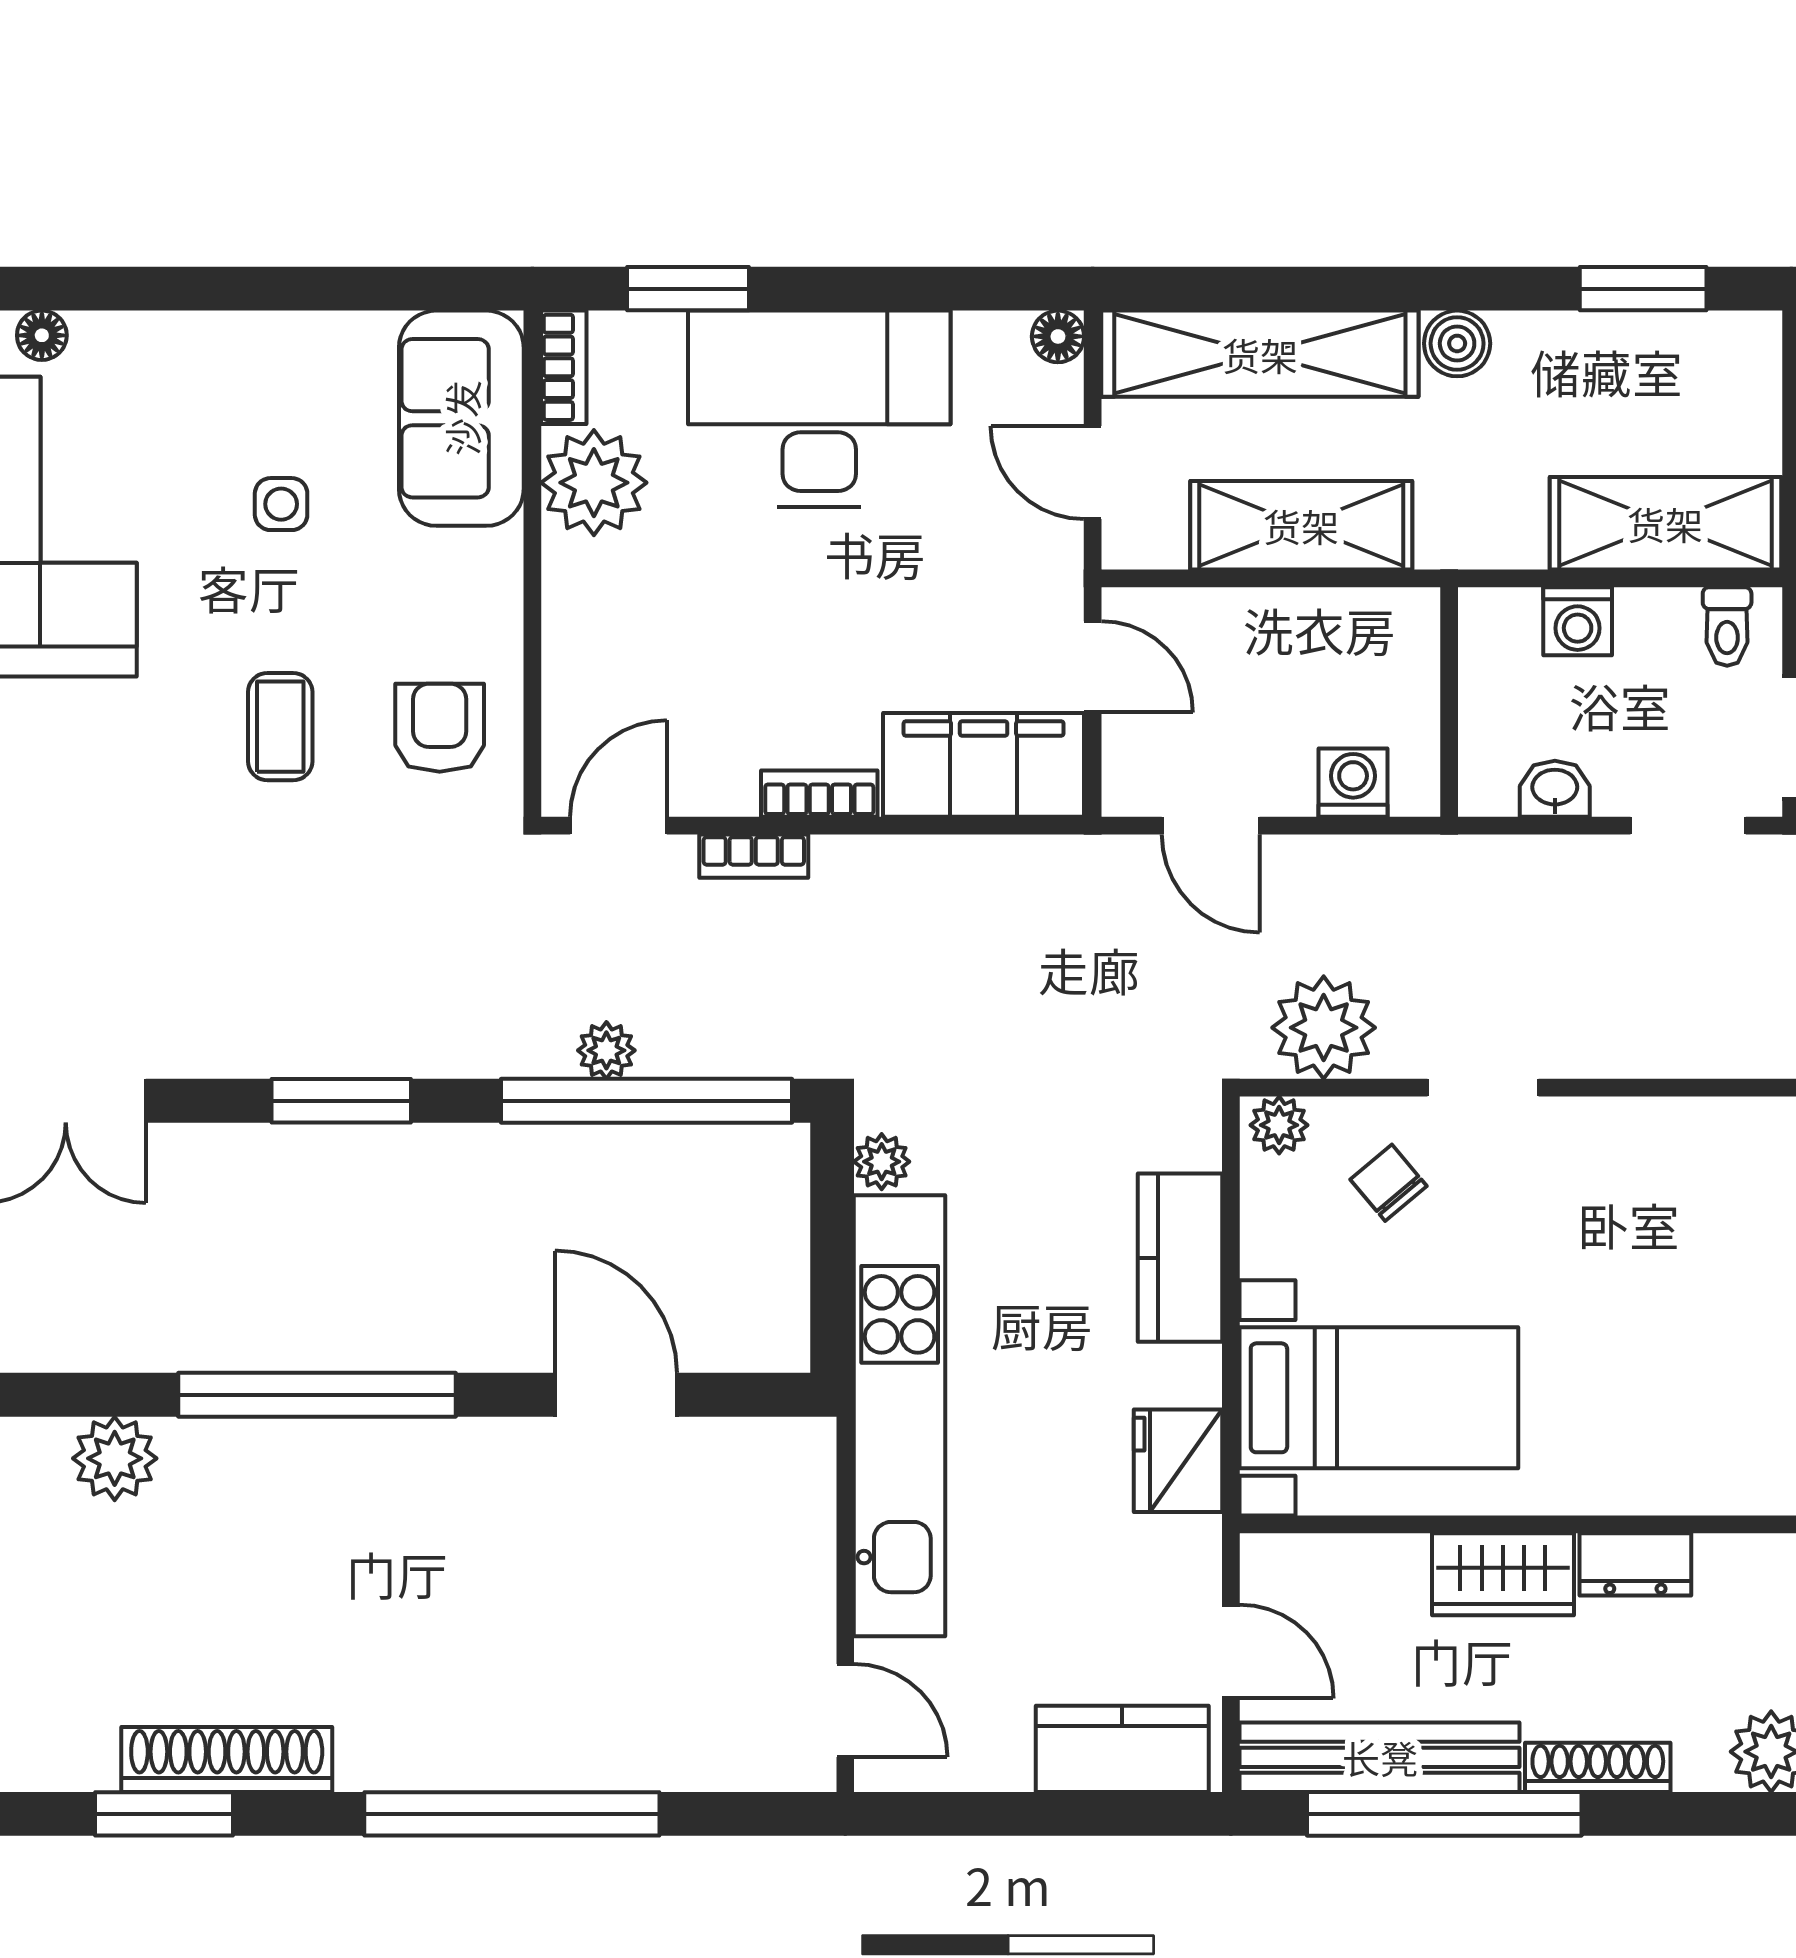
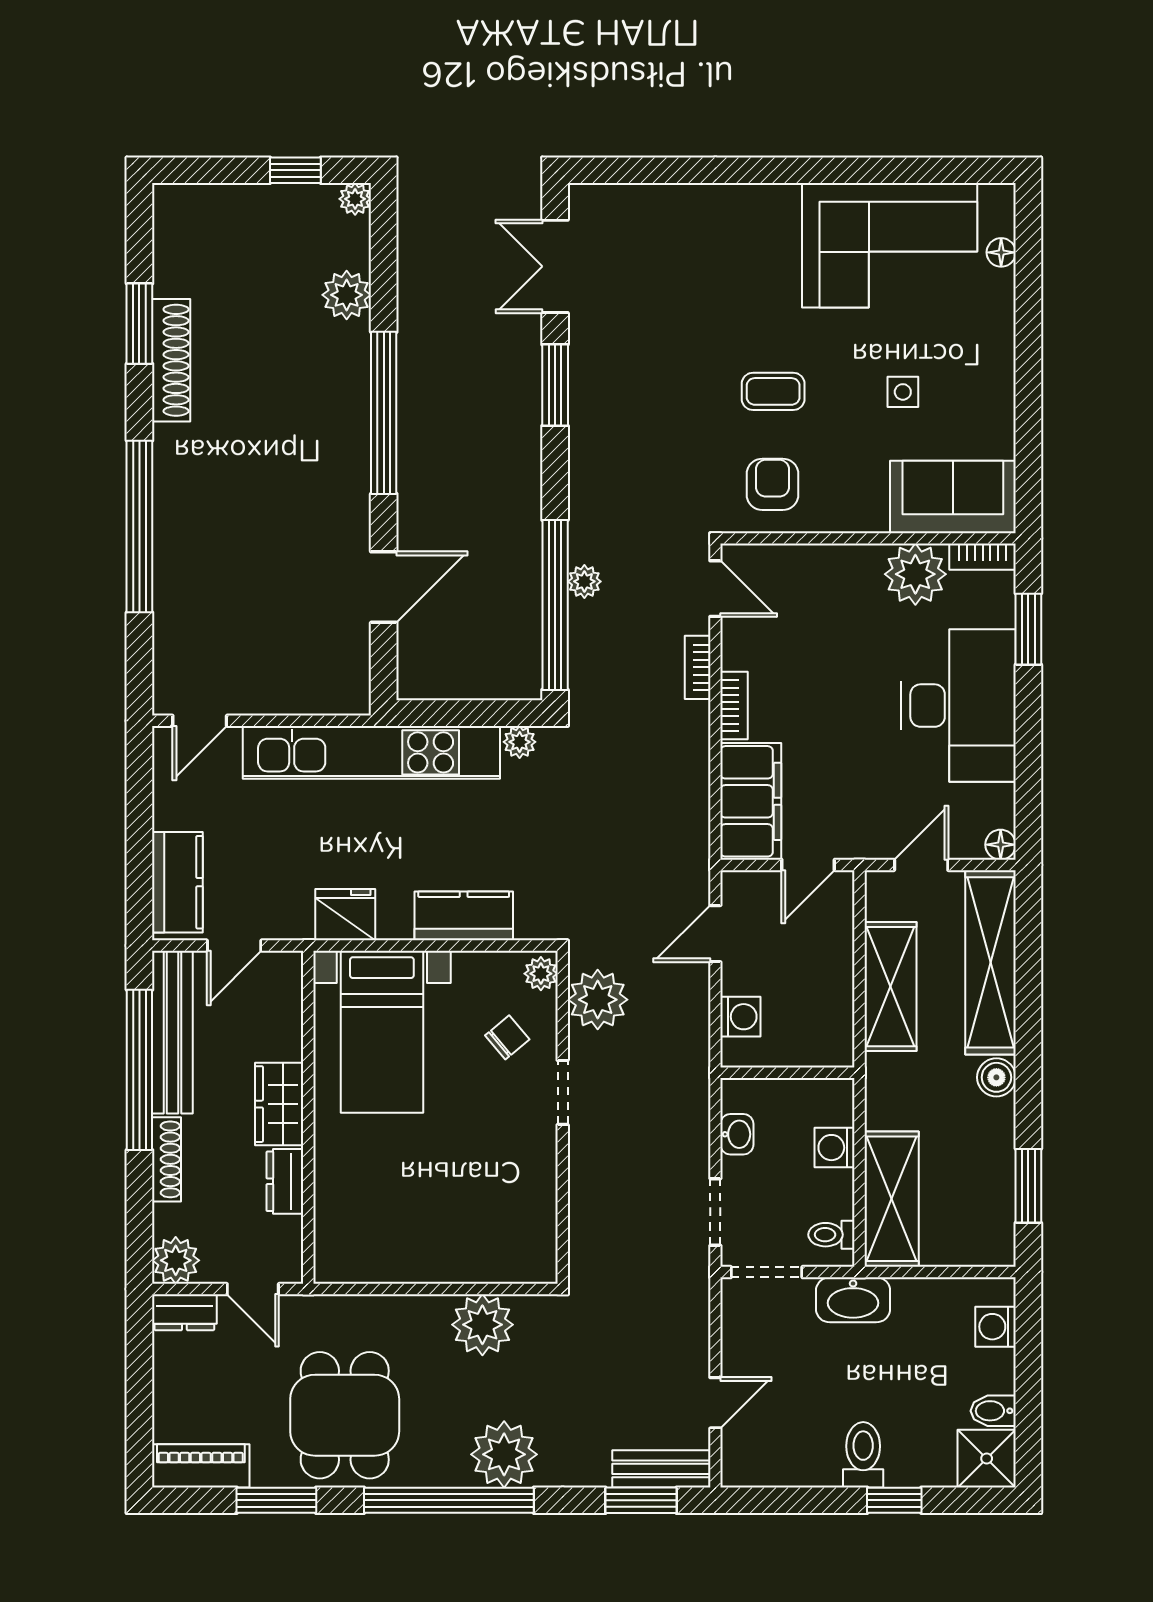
armchair: (440, 728) -> (773, 484), turned -90
window: (341, 1101) -> (555, 385), moved

